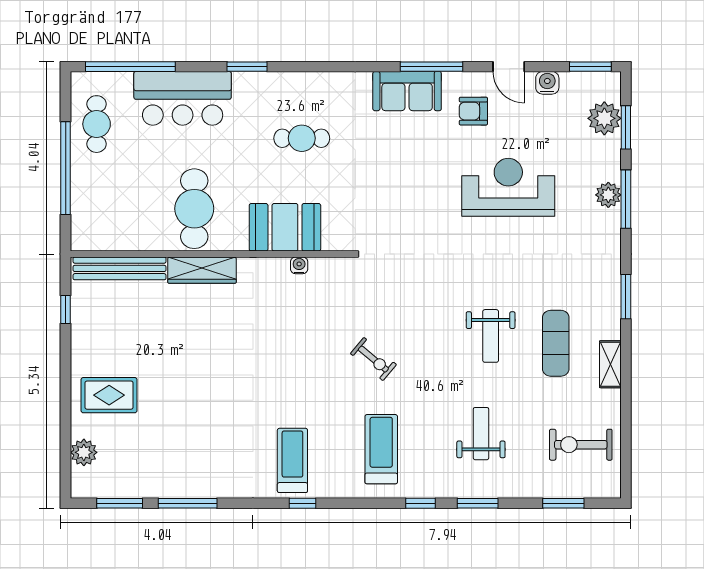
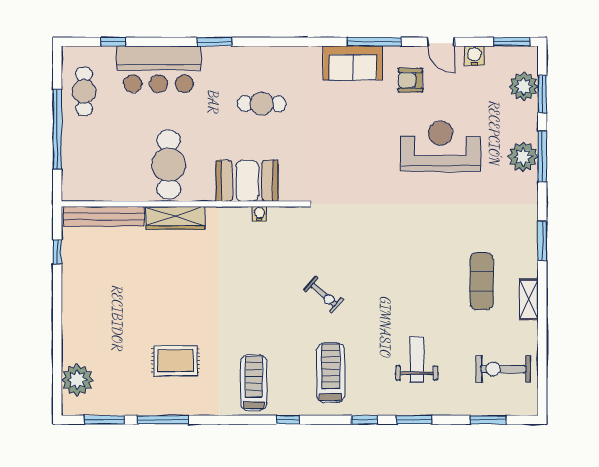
window: (130, 67) -> (113, 42), width x0.32
plant: (608, 195) -> (523, 157), width x1.36, depth x1.36
weight bench: (491, 336) -> (425, 275), removed
rug: (109, 395) -> (175, 361), moved
plant: (84, 452) -> (77, 380), width x1.36, depth x1.36
window: (302, 503) -> (288, 420), moved

